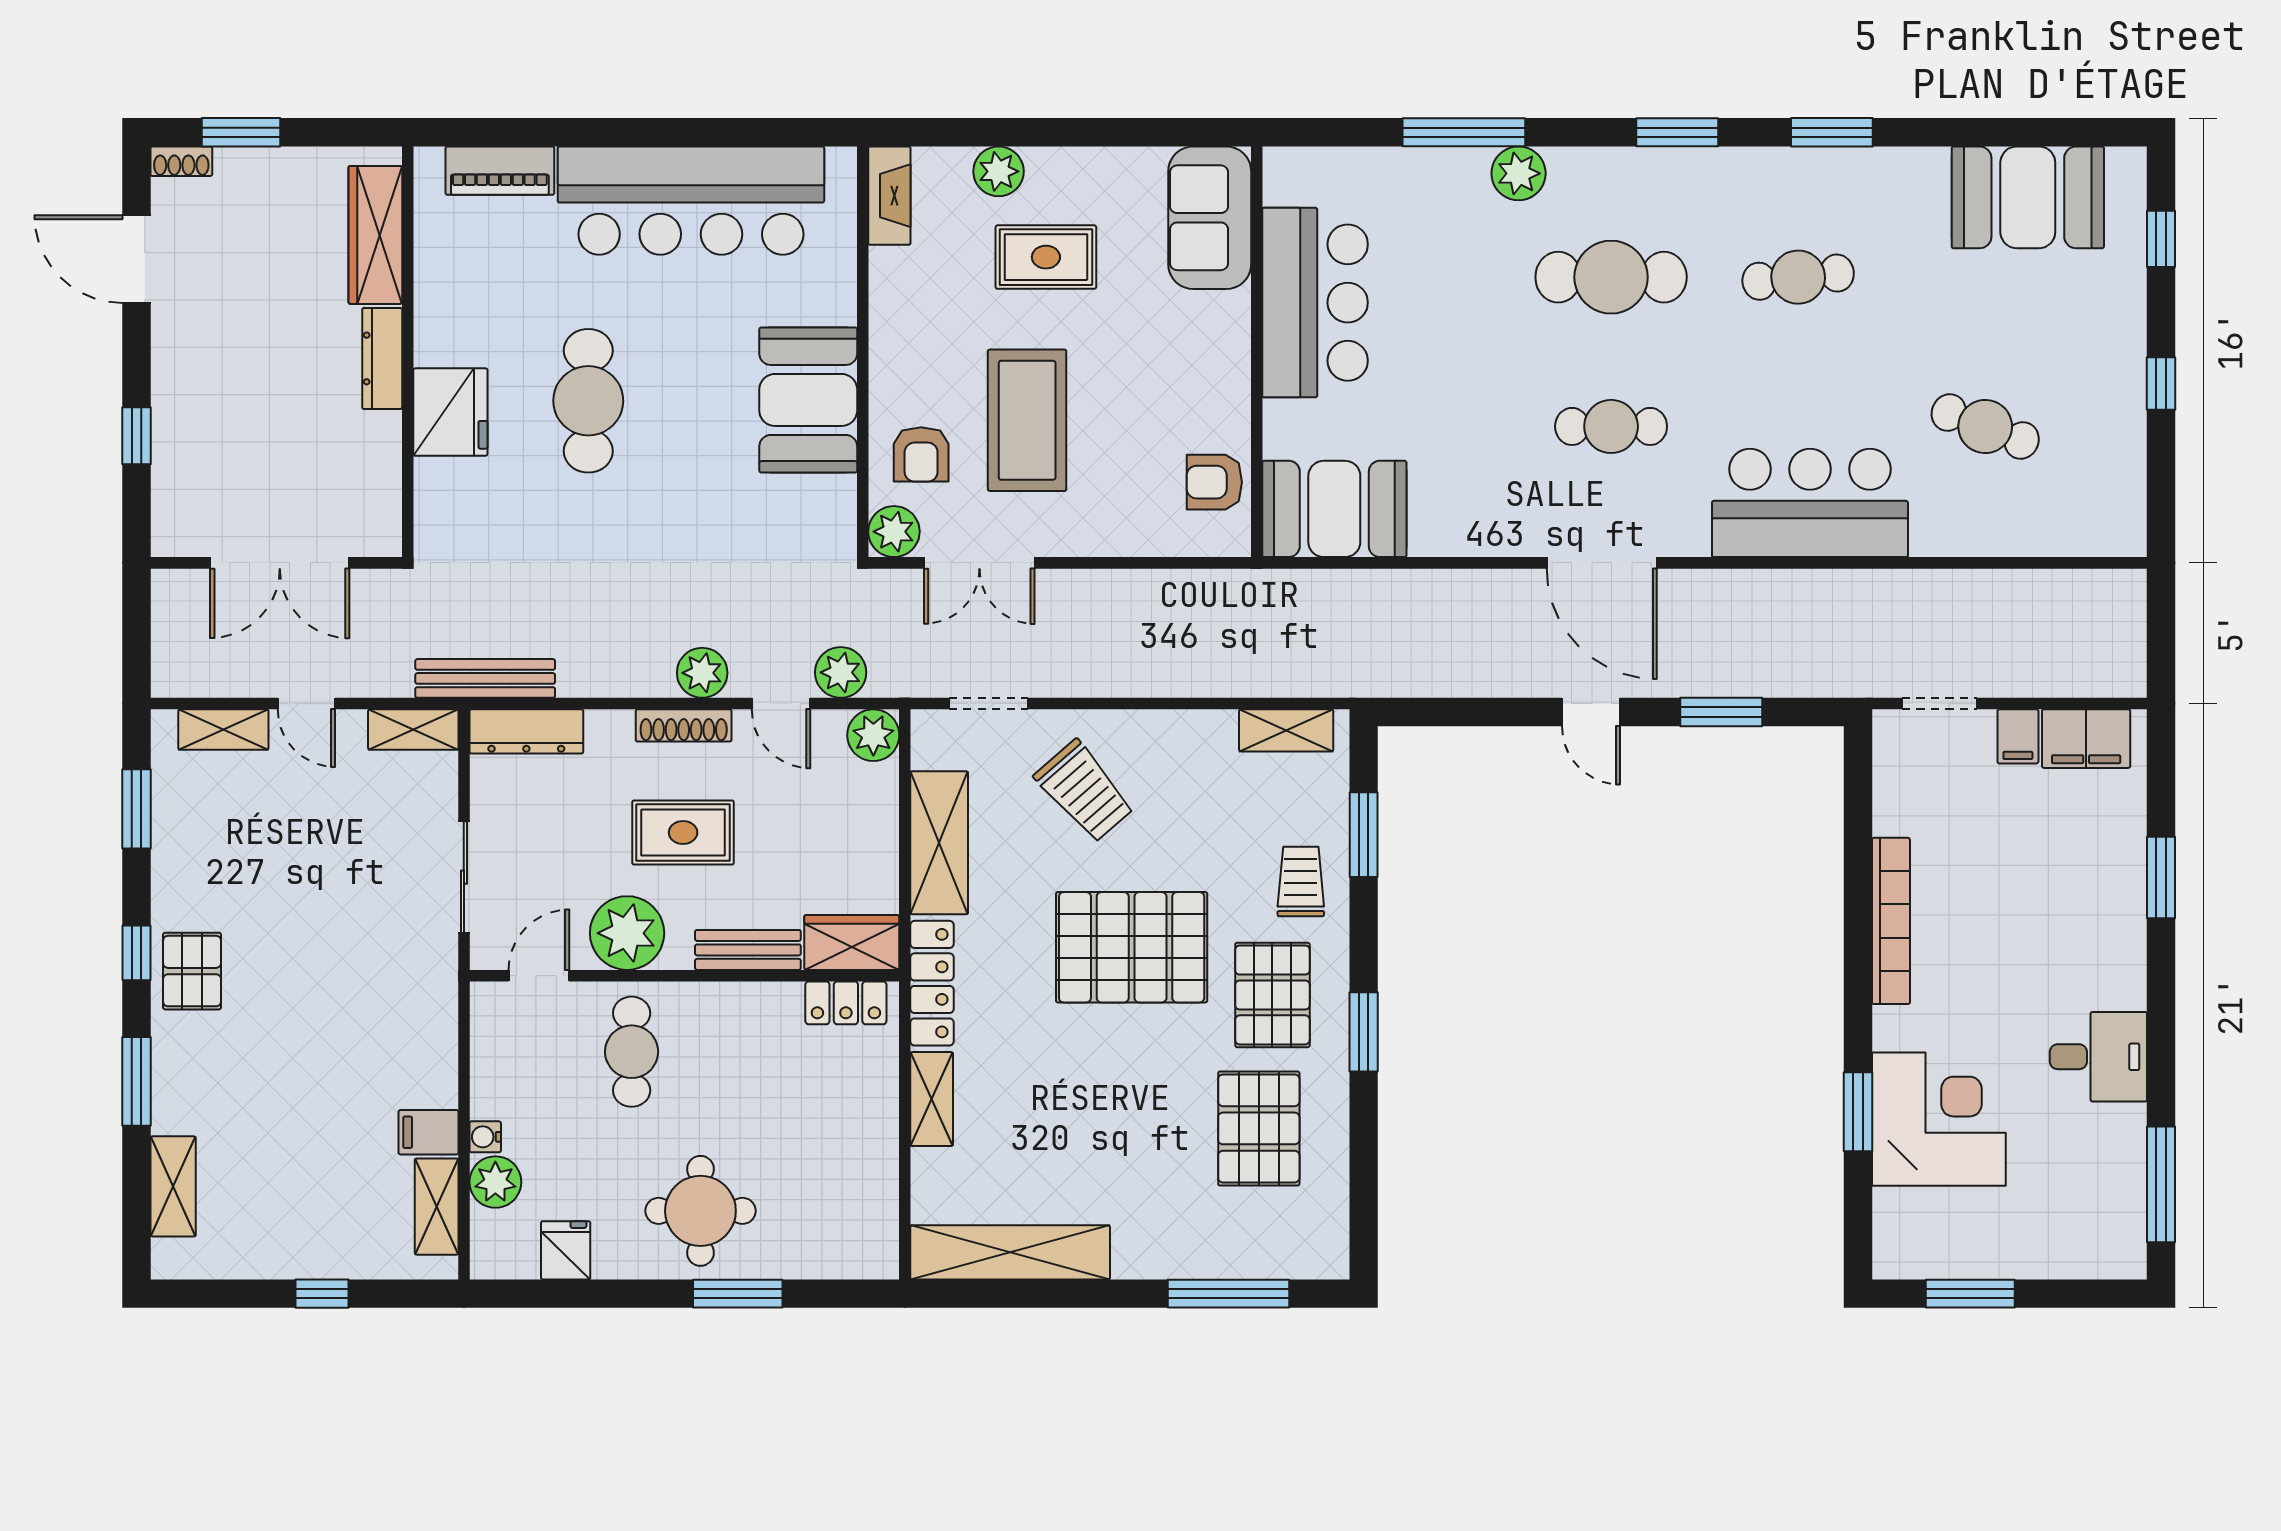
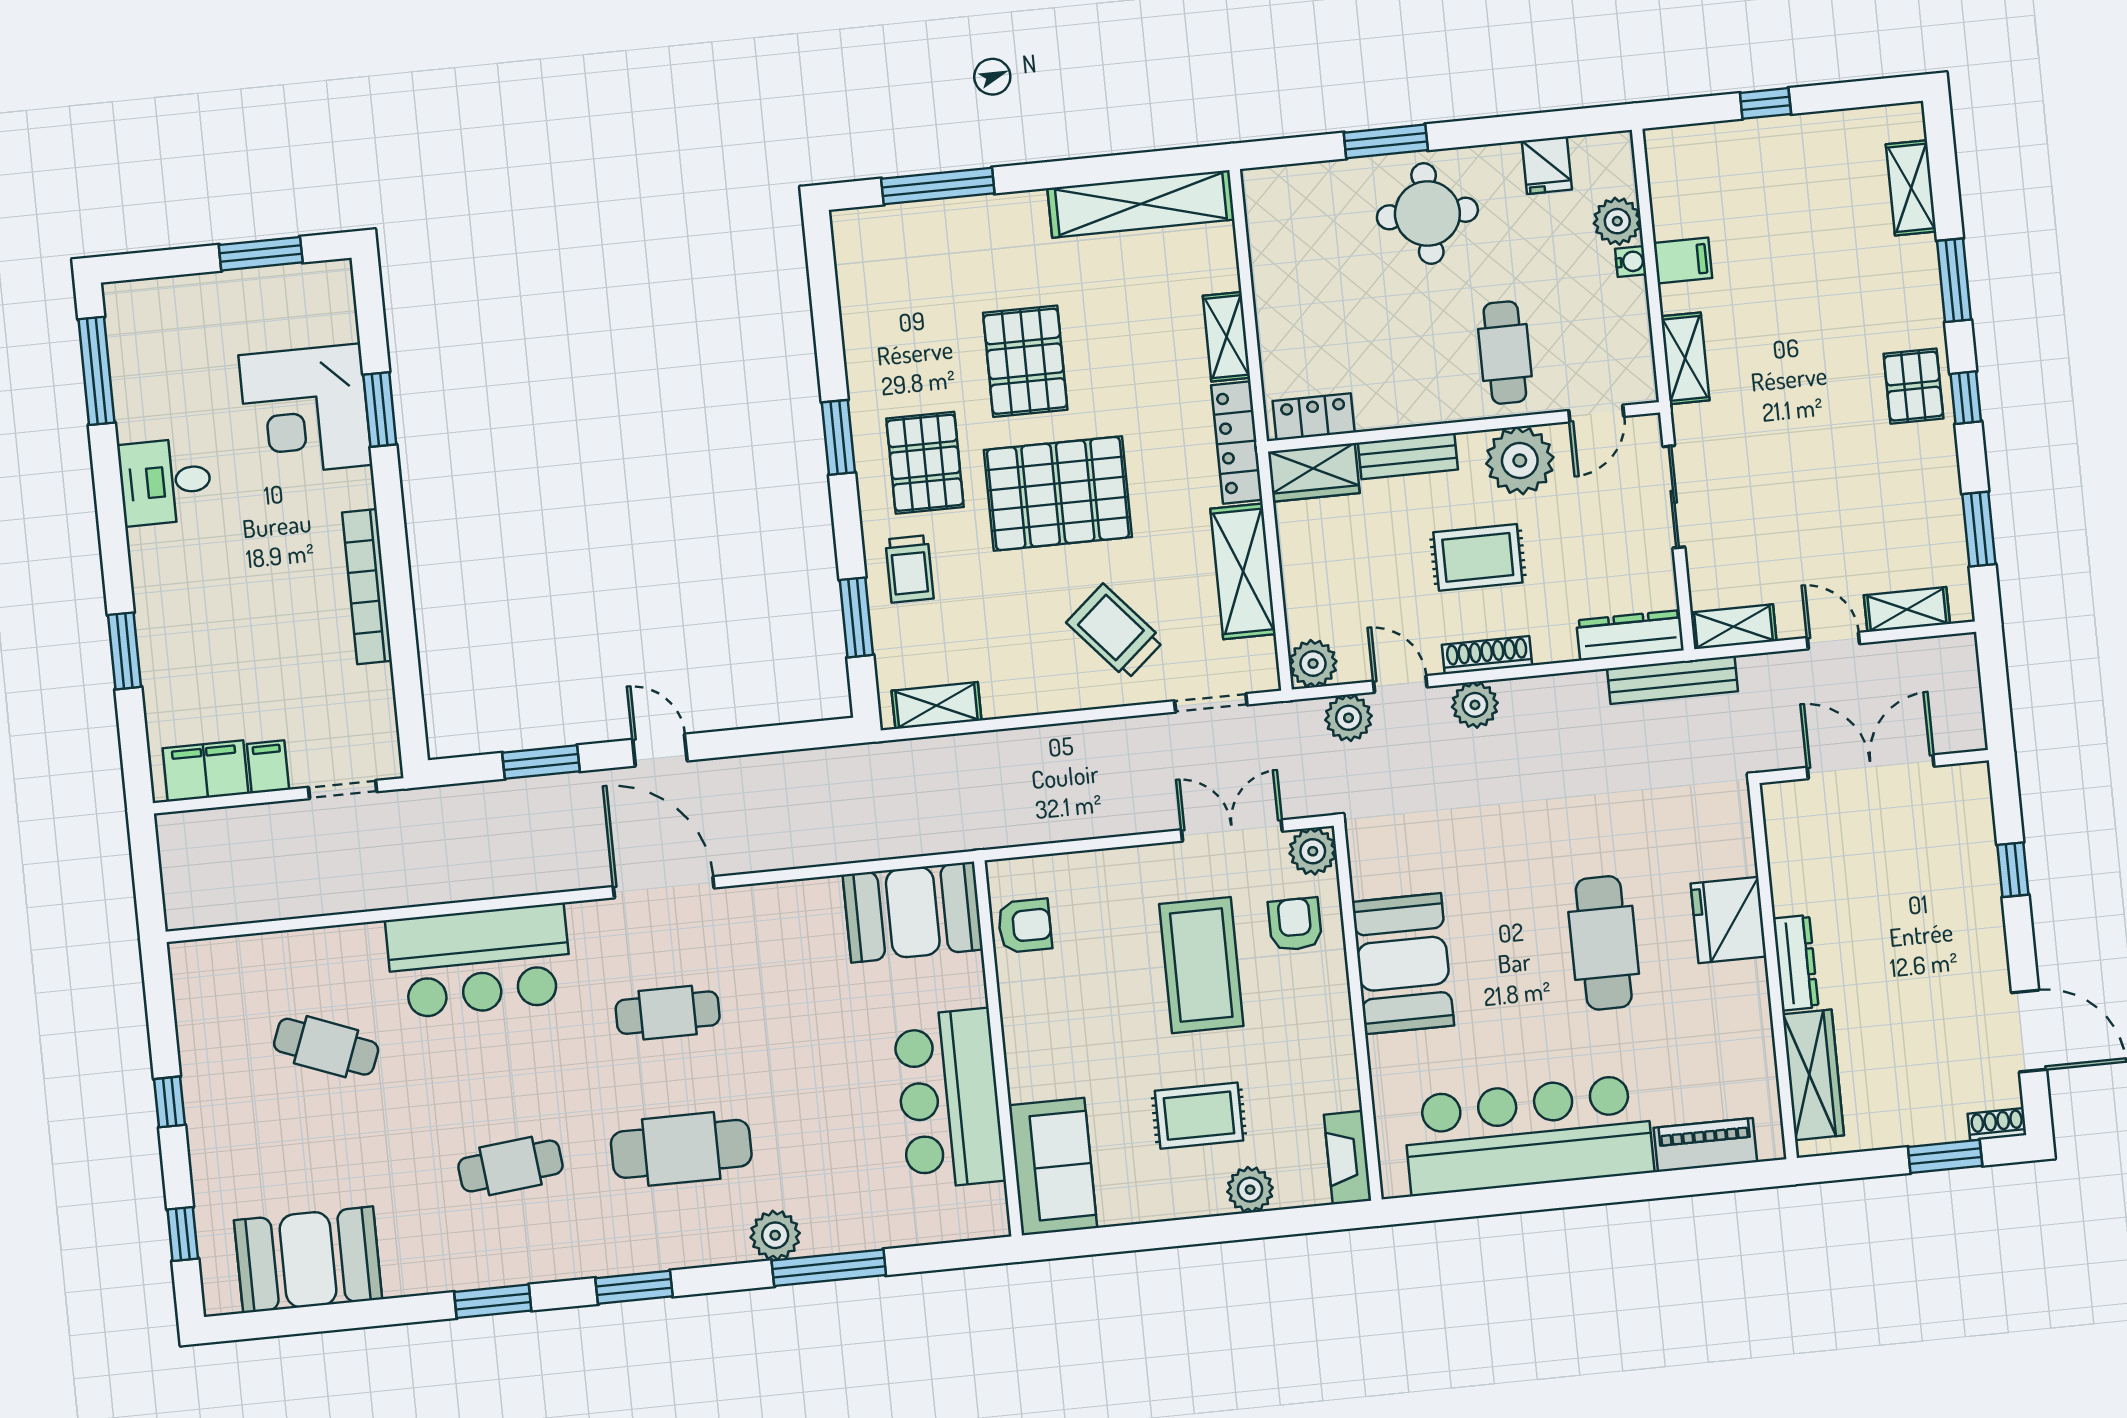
pallet: (1259, 1128) -> (1025, 361), moved
shelving: (437, 1207) -> (1685, 358), moved

